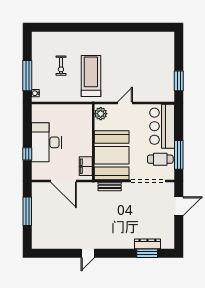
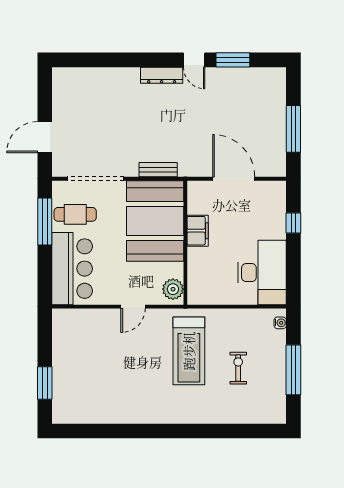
window: (27, 76) -> (293, 370), moved
window: (179, 81) -> (45, 383), moved
desk: (46, 142) -> (262, 273), moved
filing cabinet: (86, 166) -> (198, 231), moved
dresser: (147, 244) -> (162, 75), moved
door: (88, 253) -> (194, 60), swing flipped
window: (147, 253) -> (233, 60), moved

